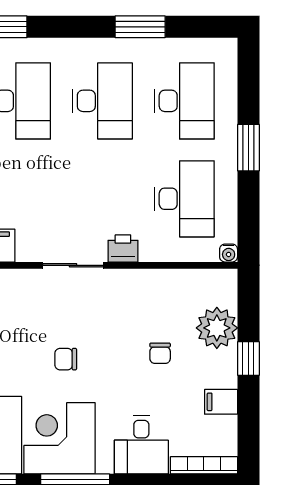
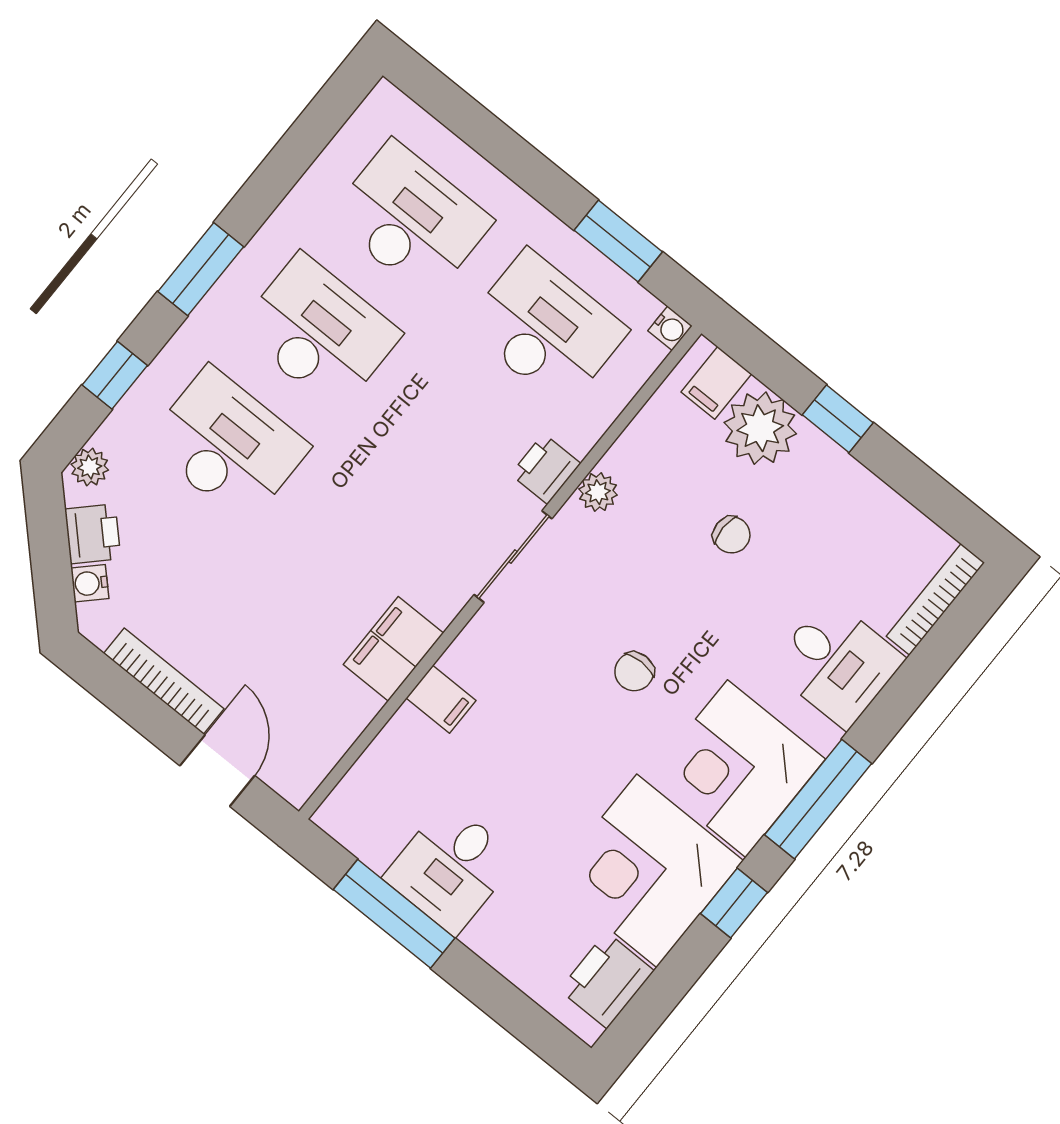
window: (140, 27) -> (201, 269), moved
window: (248, 148) -> (618, 241), moved
plant: (131, 280) -> (598, 492), added
filing cabinet: (221, 402) -> (716, 383), moved

